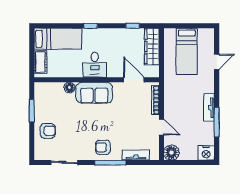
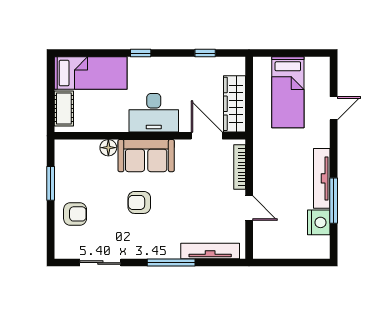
wardrobe: (152, 47) -> (235, 104), moved
desk: (95, 65) -> (154, 113), width x1.37
tv unit: (209, 108) -> (322, 178), width x1.41
armchair: (103, 147) -> (139, 202), moved
floor lamp: (171, 153) -> (264, 247), removed
nightstand: (206, 153) -> (319, 222), moved, turned -90
tv unit: (136, 155) -> (210, 251), width x1.41

